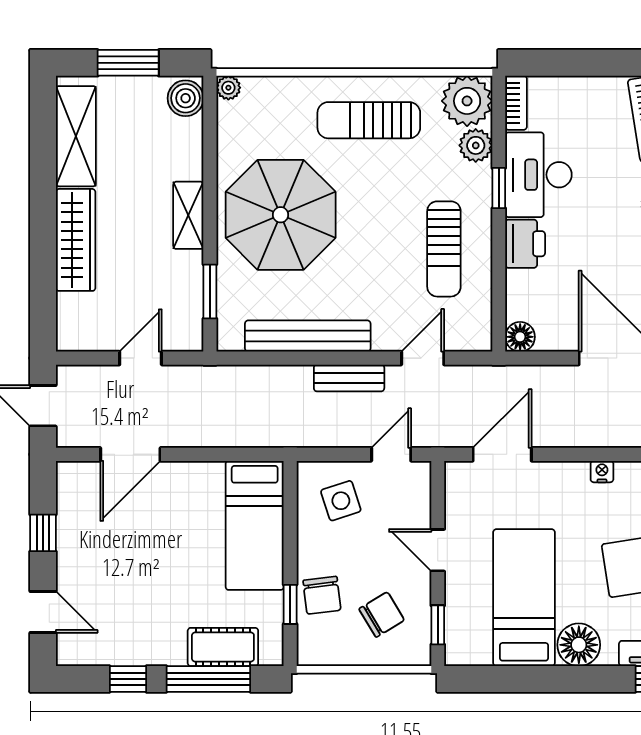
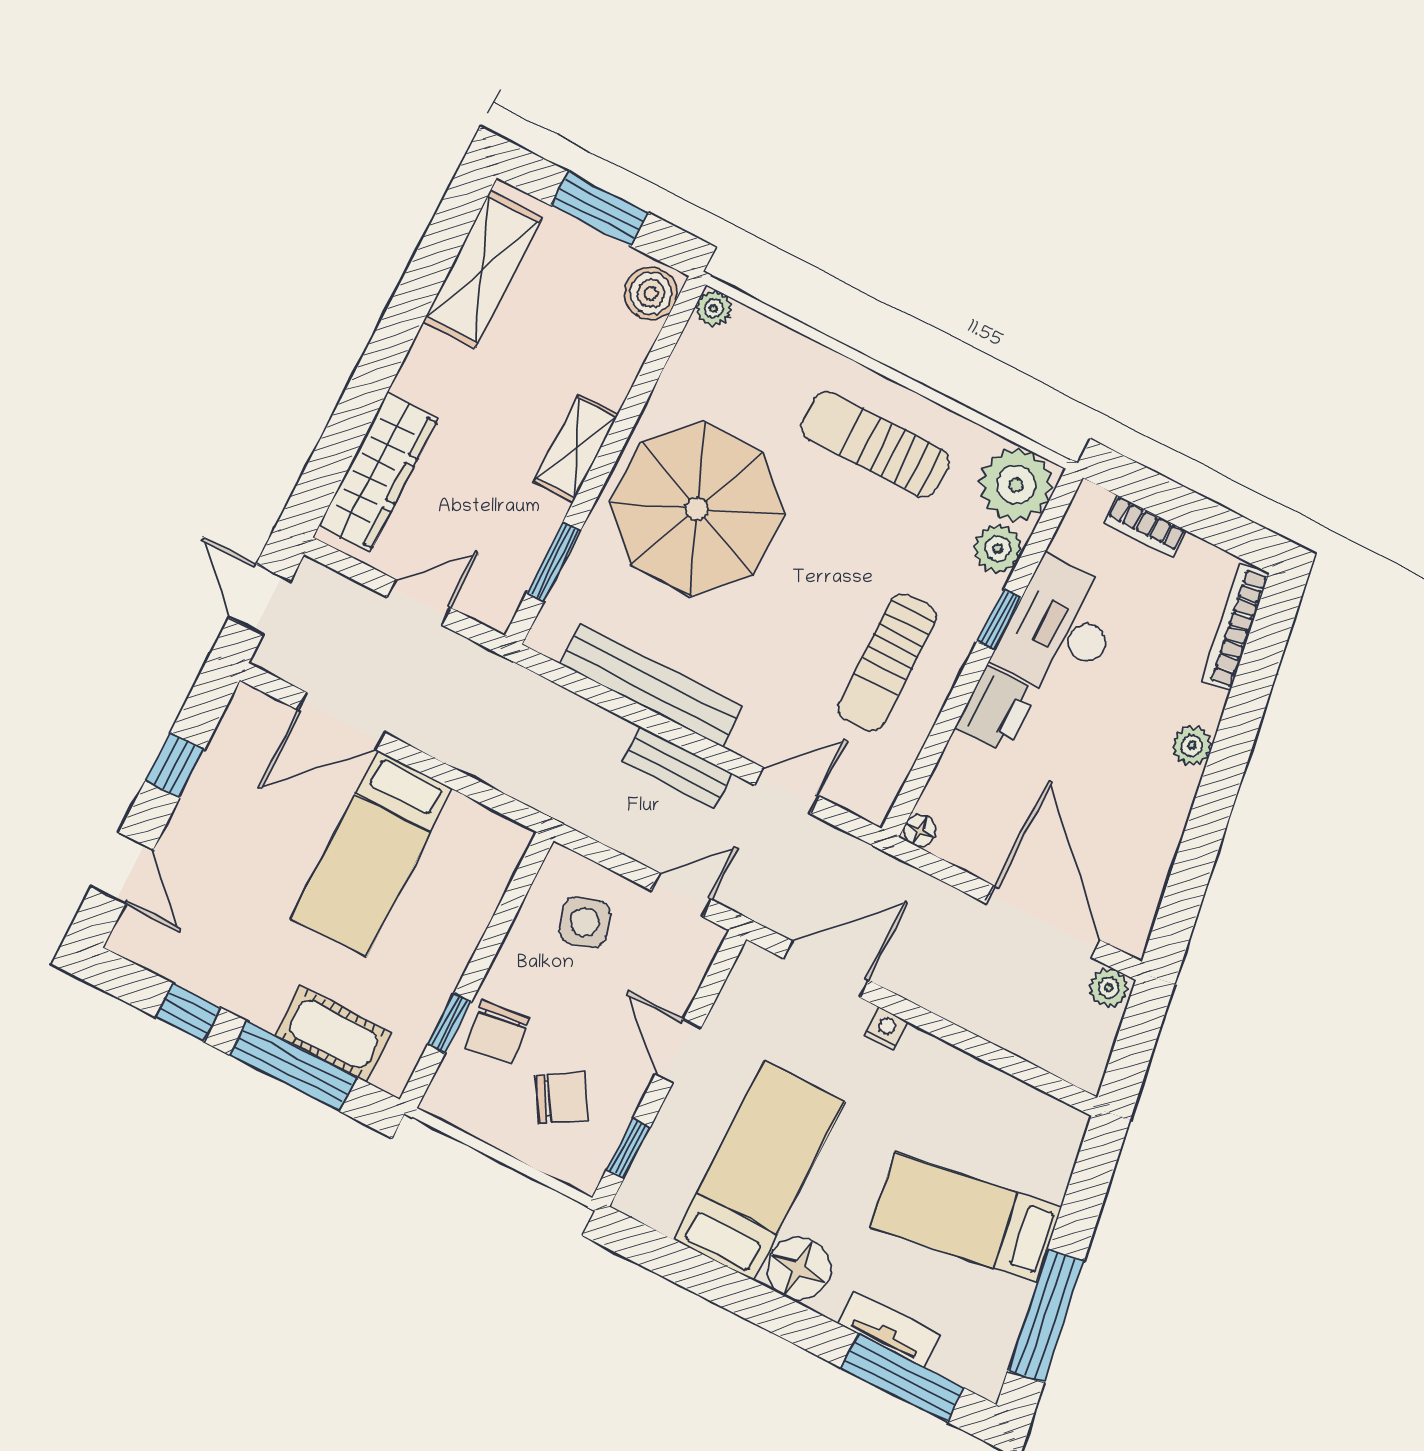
bookcase: (516, 103) -> (1145, 527), moved, turned 90
wardrobe: (76, 240) -> (378, 472), moved
floor lamp: (520, 337) -> (920, 830), width x0.73, depth x0.73
nightstand: (602, 472) -> (886, 1028), moved
bed: (255, 525) -> (372, 854), moved

